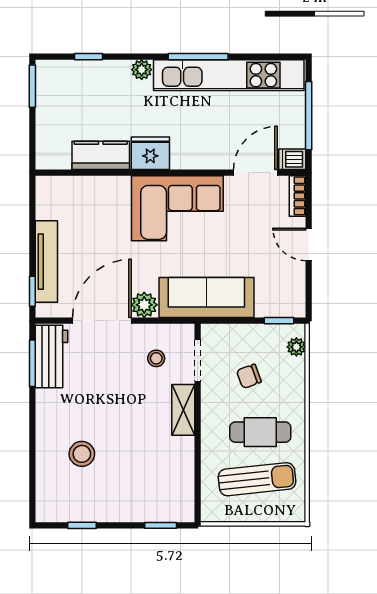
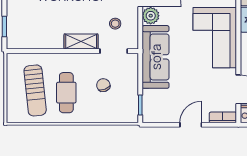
plant: (296, 347) -> (123, 117), removed

